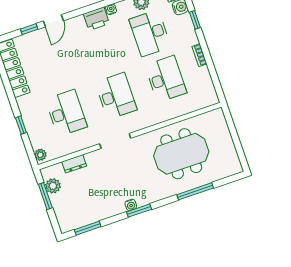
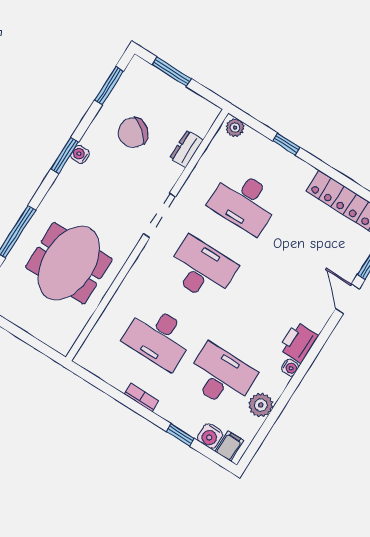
desk: (116, 96) -> (201, 269), turned 180
plant: (53, 186) -> (190, 103), removed
chair: (95, 194) -> (133, 133), added
window: (45, 196) -> (172, 72), moved

